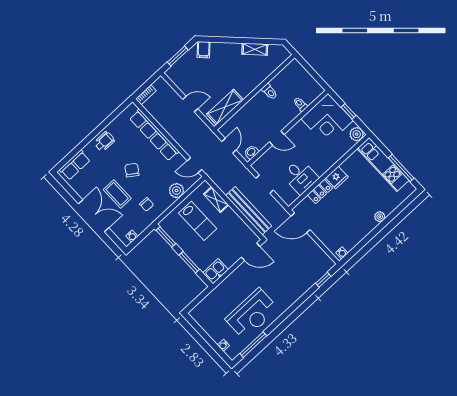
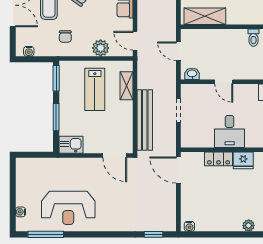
door: (229, 146) -> (178, 51), swing flipped
desk: (300, 176) -> (230, 131), moved

